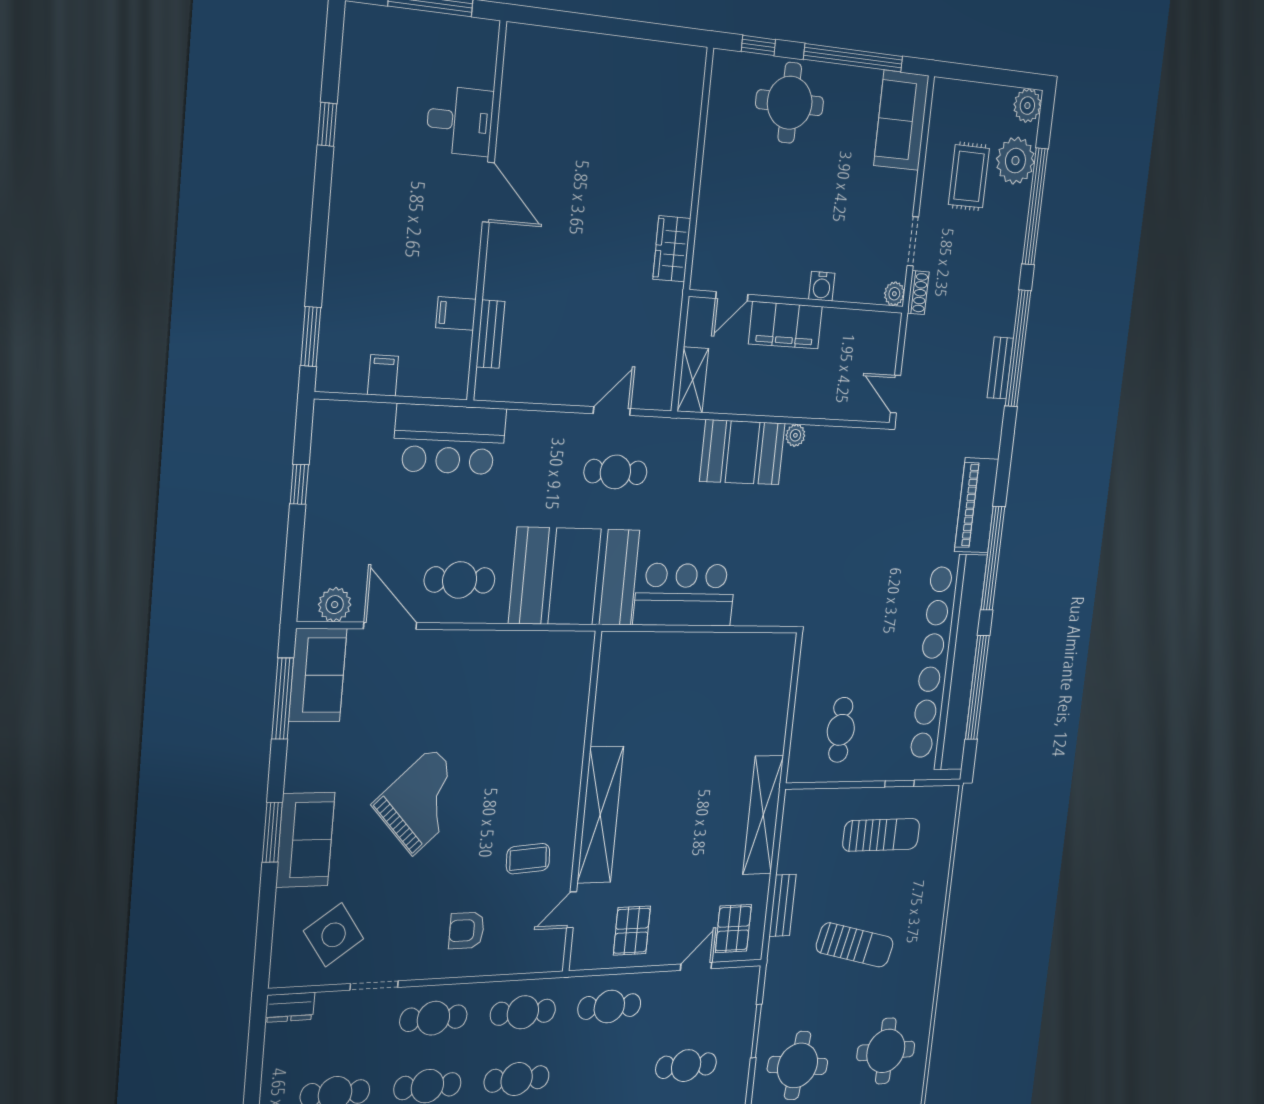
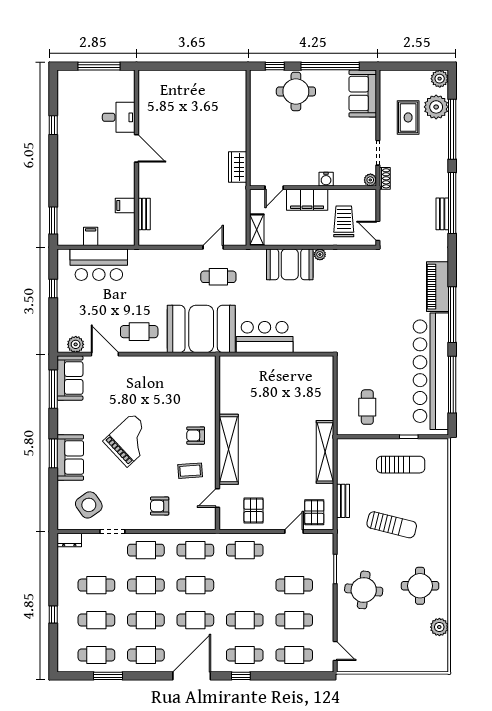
trolley: (842, 372) -> (344, 221), added
bar counter: (450, 439) -> (99, 265), moved
armchair: (544, 789) -> (196, 436), added

